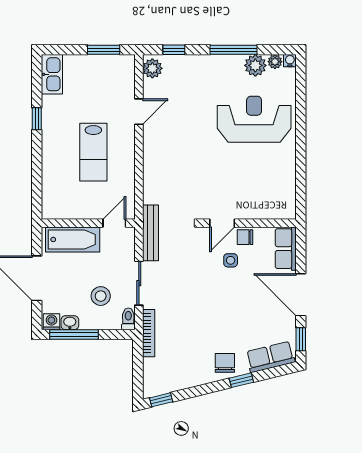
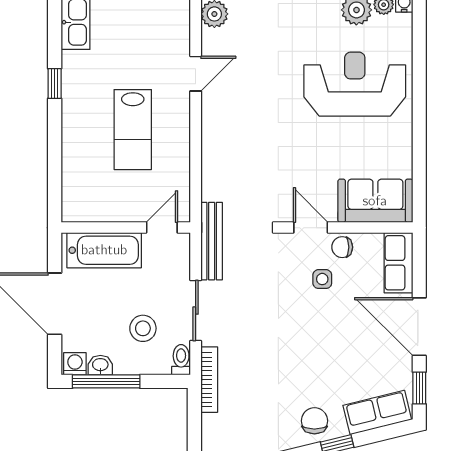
sofa: (269, 204) -> (375, 201), added
door: (222, 223) -> (311, 228), swing flipped

